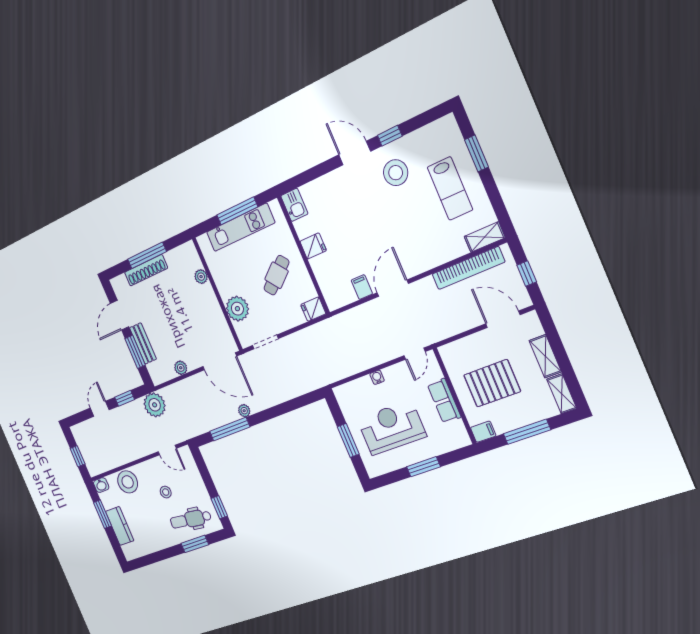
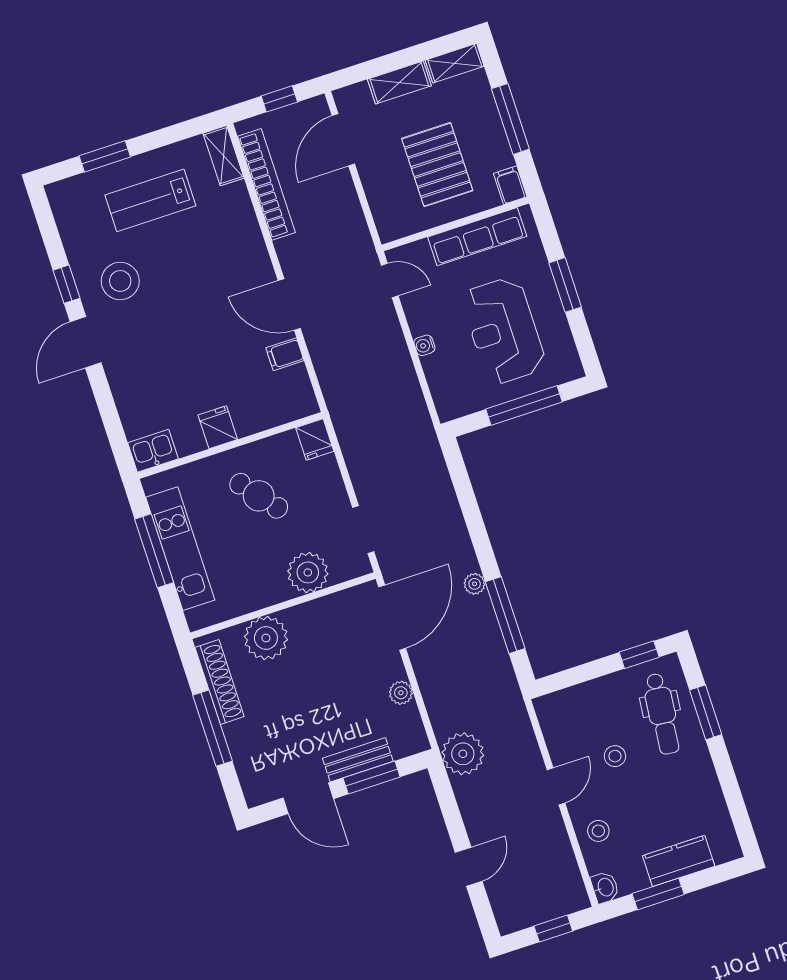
lab bench: (450, 188) -> (150, 200), turned 180
shoe rack: (146, 270) -> (220, 682), moved
plant: (201, 277) -> (266, 638), width x1.88, depth x1.88
window: (125, 398) -> (451, 812), removed
row of seats: (444, 401) -> (477, 237), width x1.48
door: (100, 409) -> (469, 867), swing flipped
window: (348, 440) -> (524, 405), width x1.44
door: (167, 450) -> (556, 786), moved
stool: (128, 482) -> (598, 831), width x0.53, depth x0.53

